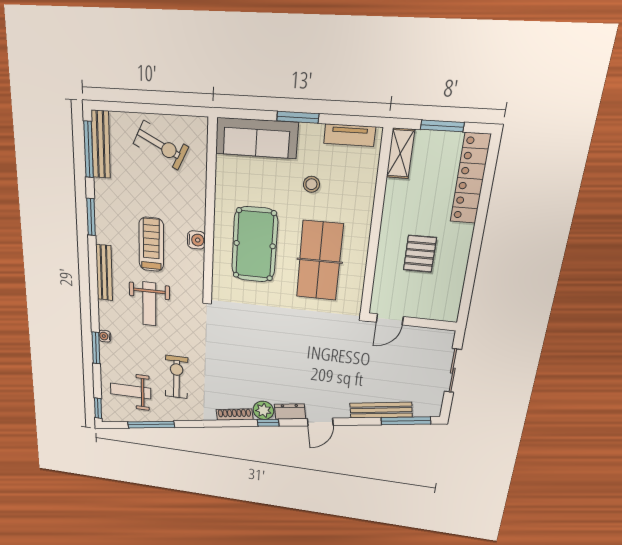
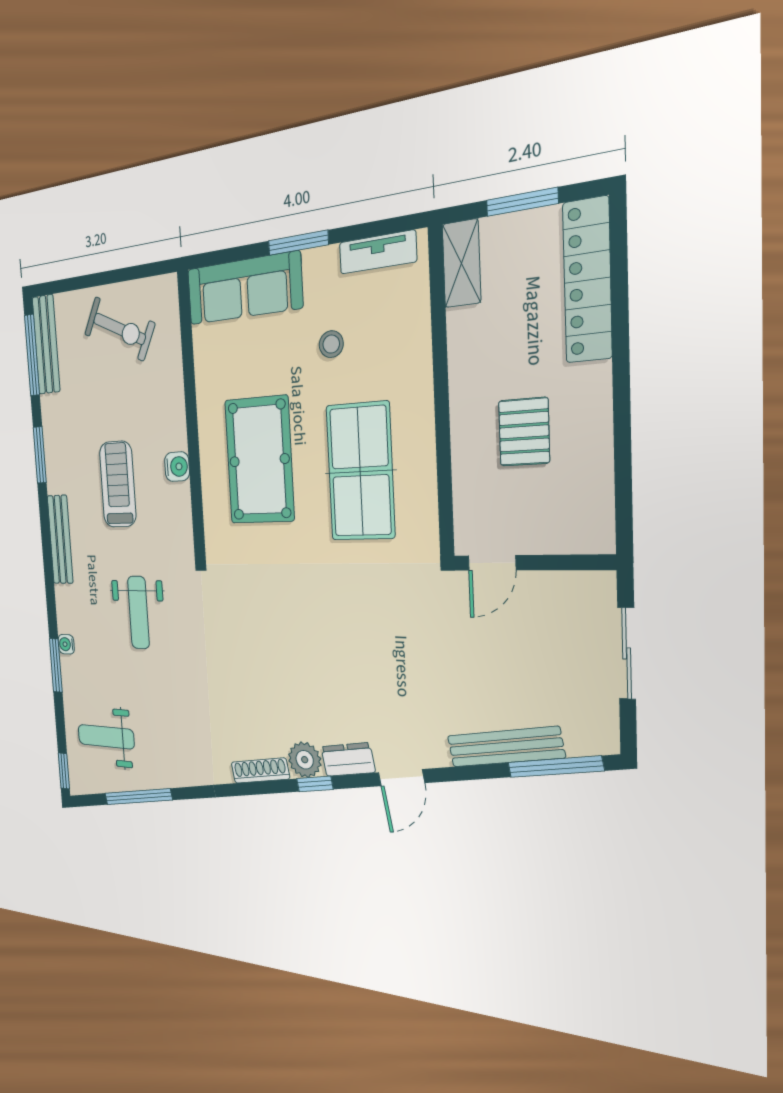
weight bench: (149, 304) -> (138, 612), moved
exercise bike: (176, 377) -> (168, 706), removed

